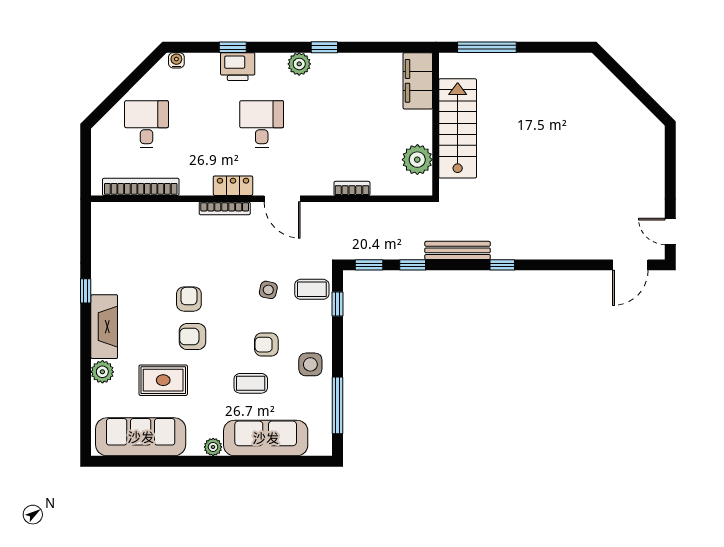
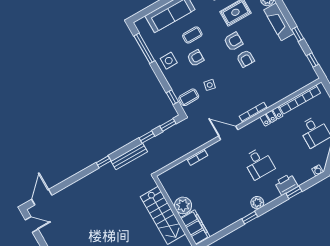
plant: (417, 160) -> (183, 205), moved
locker: (233, 186) -> (271, 116), moved
window: (86, 237) -> (313, 60), added

